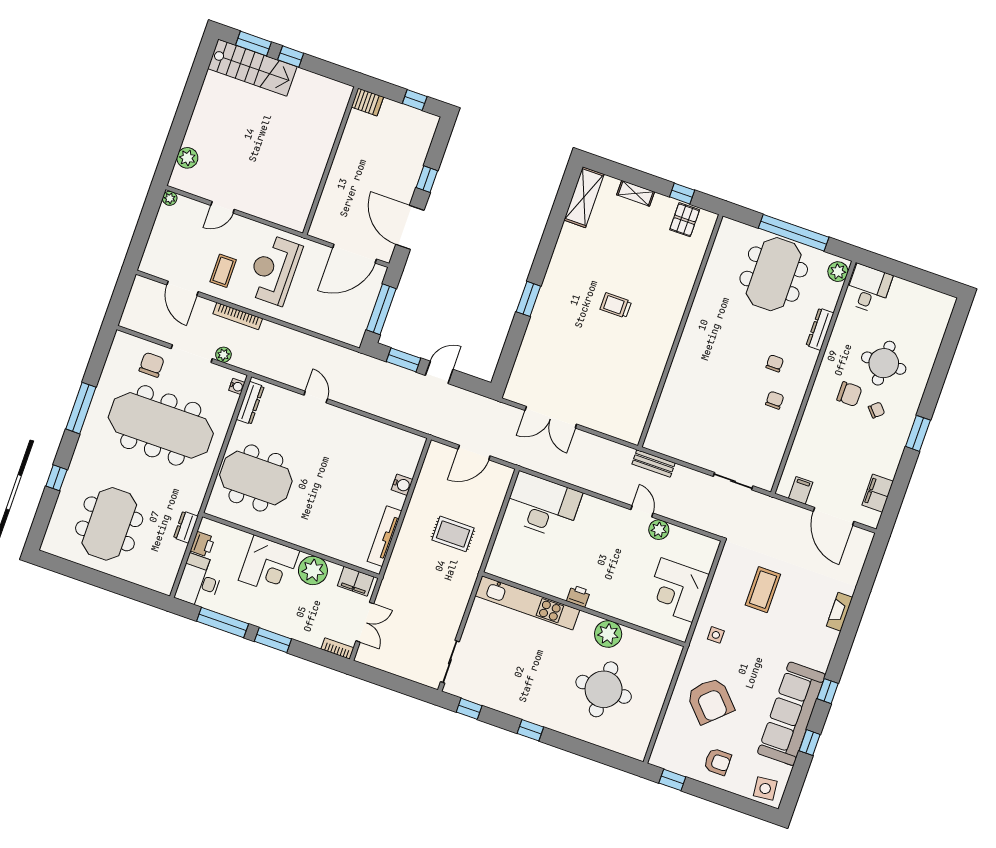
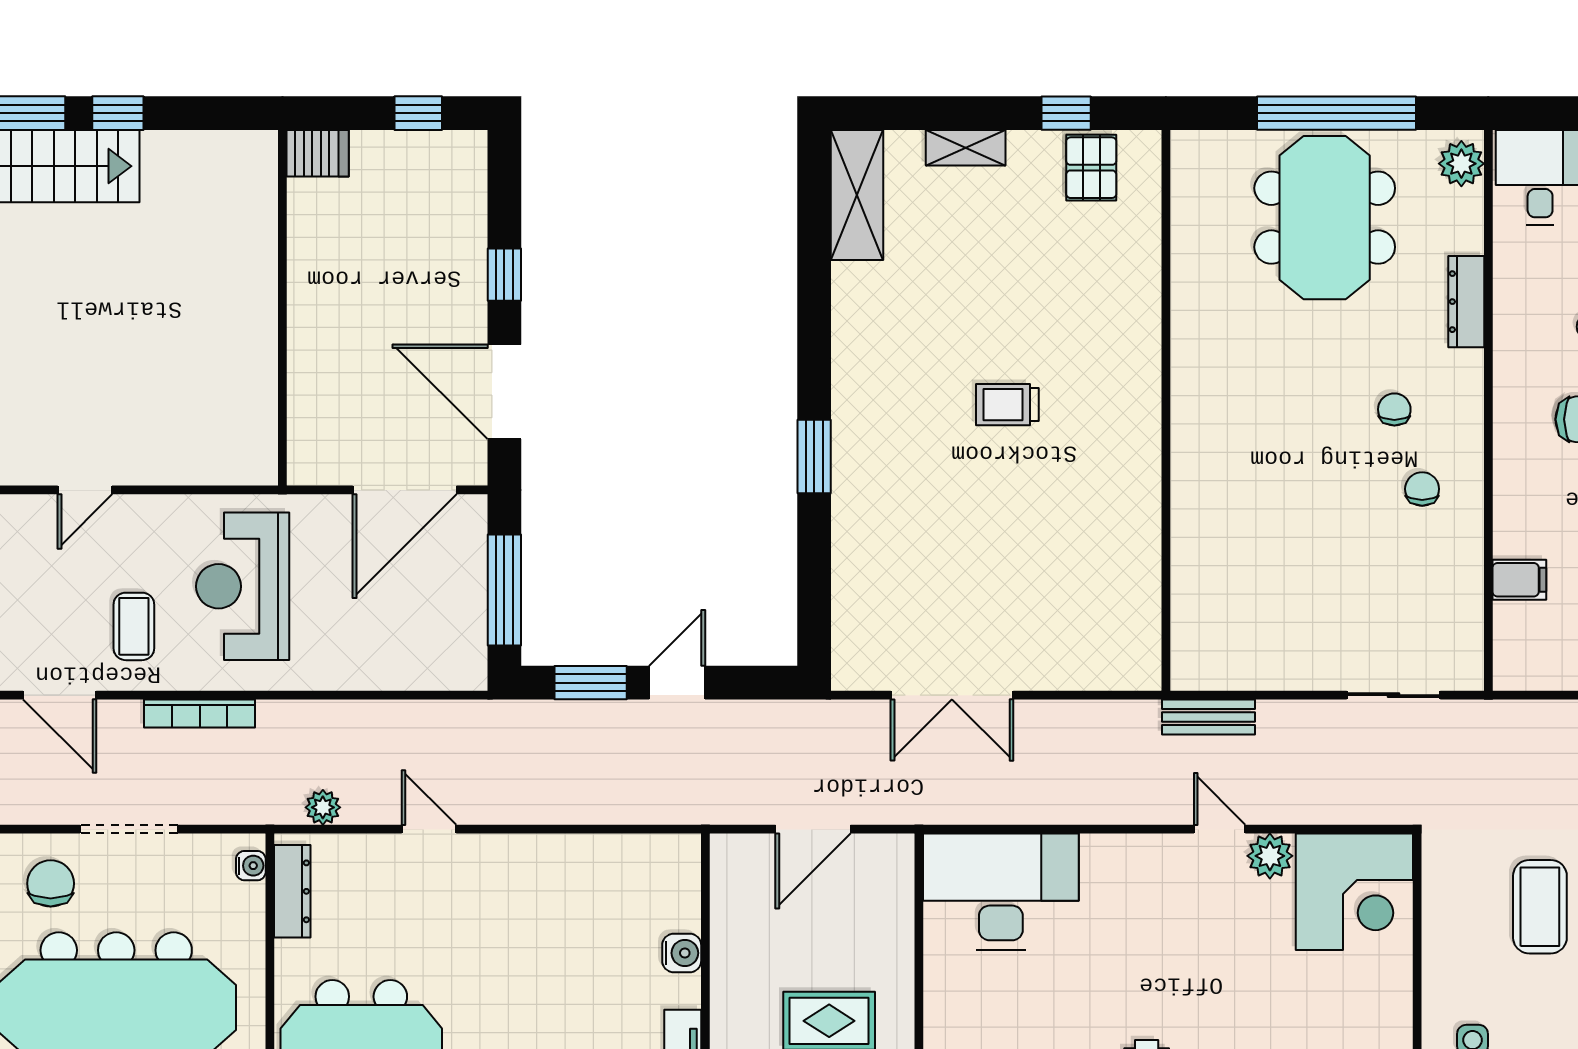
plant: (223, 355) -> (323, 807), moved
filing cabinet: (801, 490) -> (1519, 580), moved, turned 90
corner desk: (677, 590) -> (1354, 892), moved, turned -90

